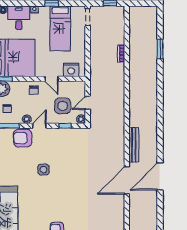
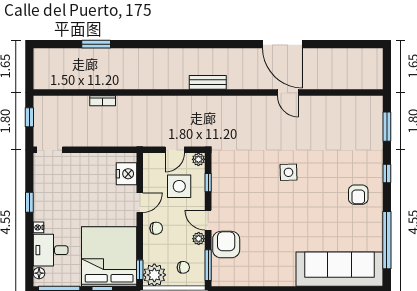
bed: (60, 28) -> (66, 190), removed
door: (88, 103) -> (175, 150), hinge flipped
armchair: (23, 138) -> (226, 245), turned 180
bench: (134, 145) -> (208, 82), moved, width x0.73
side table: (43, 170) -> (288, 172), moved
door: (127, 180) -> (288, 93), width x0.53

